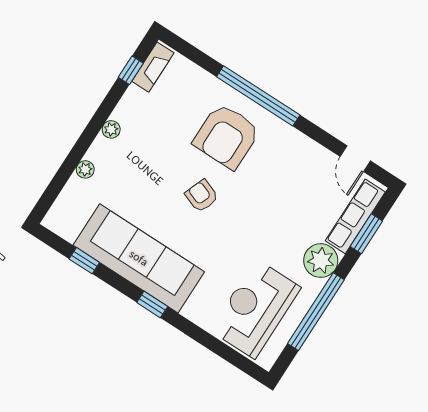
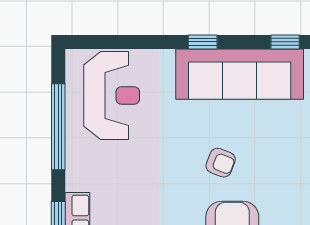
plant: (321, 261) -> (83, 173), removed

